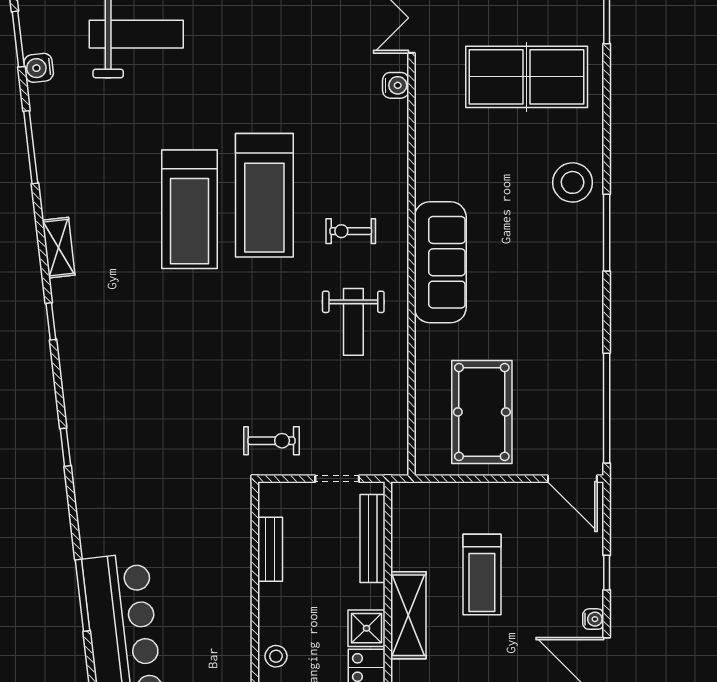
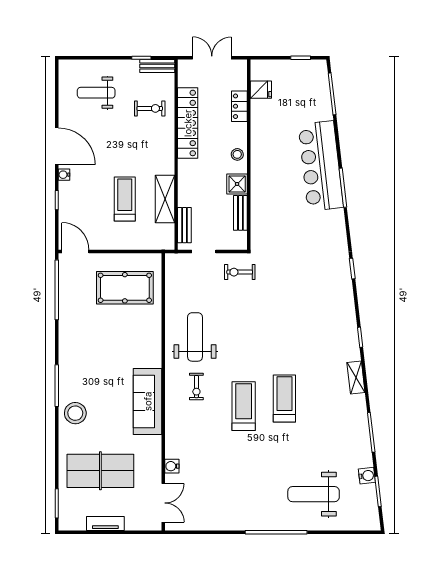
treadmill: (264, 195) -> (244, 406), width x0.73, depth x0.73
treadmill: (190, 209) -> (284, 398), width x0.73, depth x0.73
exercise bike: (351, 231) -> (196, 387), turned 90
sofa: (440, 262) -> (148, 401), moved
weight bench: (353, 322) -> (195, 337), width x1.36, depth x1.33
pool table: (482, 412) -> (125, 288), turned 90
bench: (373, 538) -> (184, 225), width x0.73
shelving: (408, 615) -> (165, 199), moved
shower: (366, 628) -> (237, 184), moved

